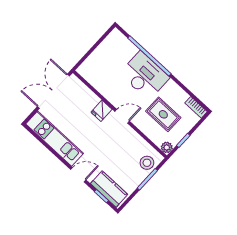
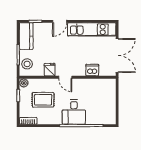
desk: (145, 76) -> (74, 112), width x0.73
dishwasher: (90, 99) -> (92, 70), added
fridge: (101, 111) -> (50, 70), moved
door: (122, 116) -> (65, 77), hinge flipped
kitchen counter: (109, 189) -> (26, 36), moved, turned -90

